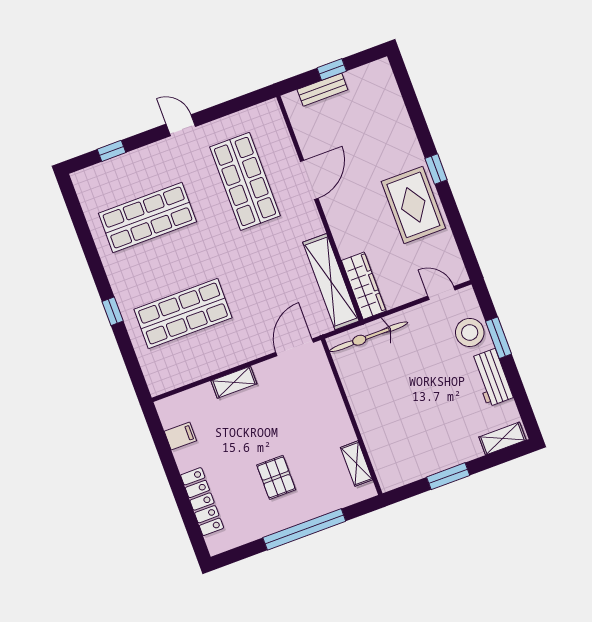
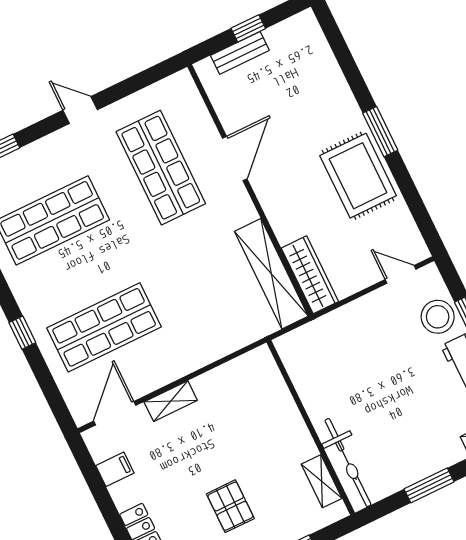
window: (436, 169) -> (380, 132), width x1.50
bicycle: (369, 337) -> (348, 463), moved, turned -90
door: (295, 347) -> (115, 413), moved

